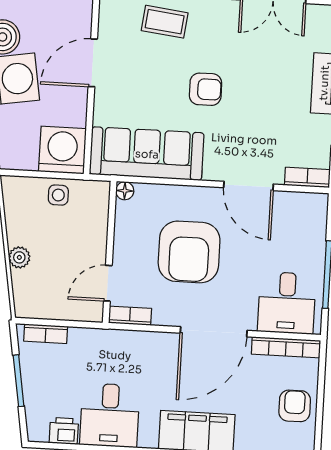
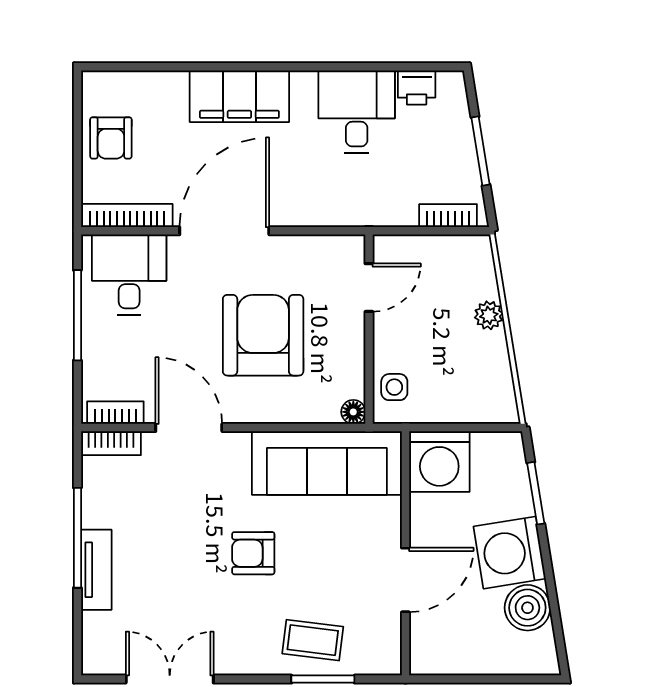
side table: (58, 195) -> (394, 387), moved
bookcase: (130, 316) -> (115, 413), moved, turned 180

